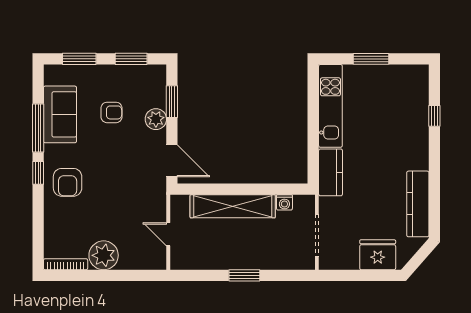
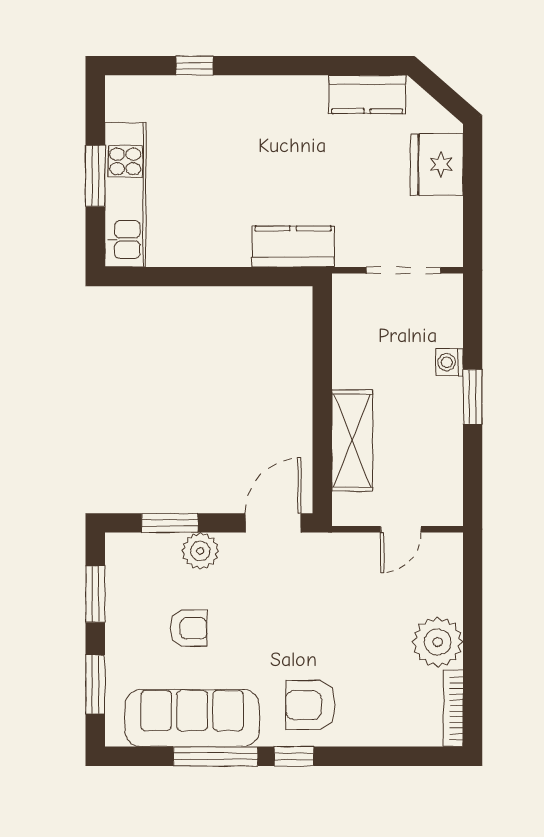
kitchen unit: (330, 106) -> (125, 195), moved, turned 90
armchair: (112, 112) -> (189, 628), turned 90
sofa: (60, 114) -> (192, 718), width x1.36
armchair: (68, 182) -> (310, 705), turned 180
washing machine: (284, 202) -> (449, 362), moved, turned 180
kitchen counter: (418, 204) -> (367, 94), width x0.67
shelving: (233, 206) -> (352, 441), width x0.68

